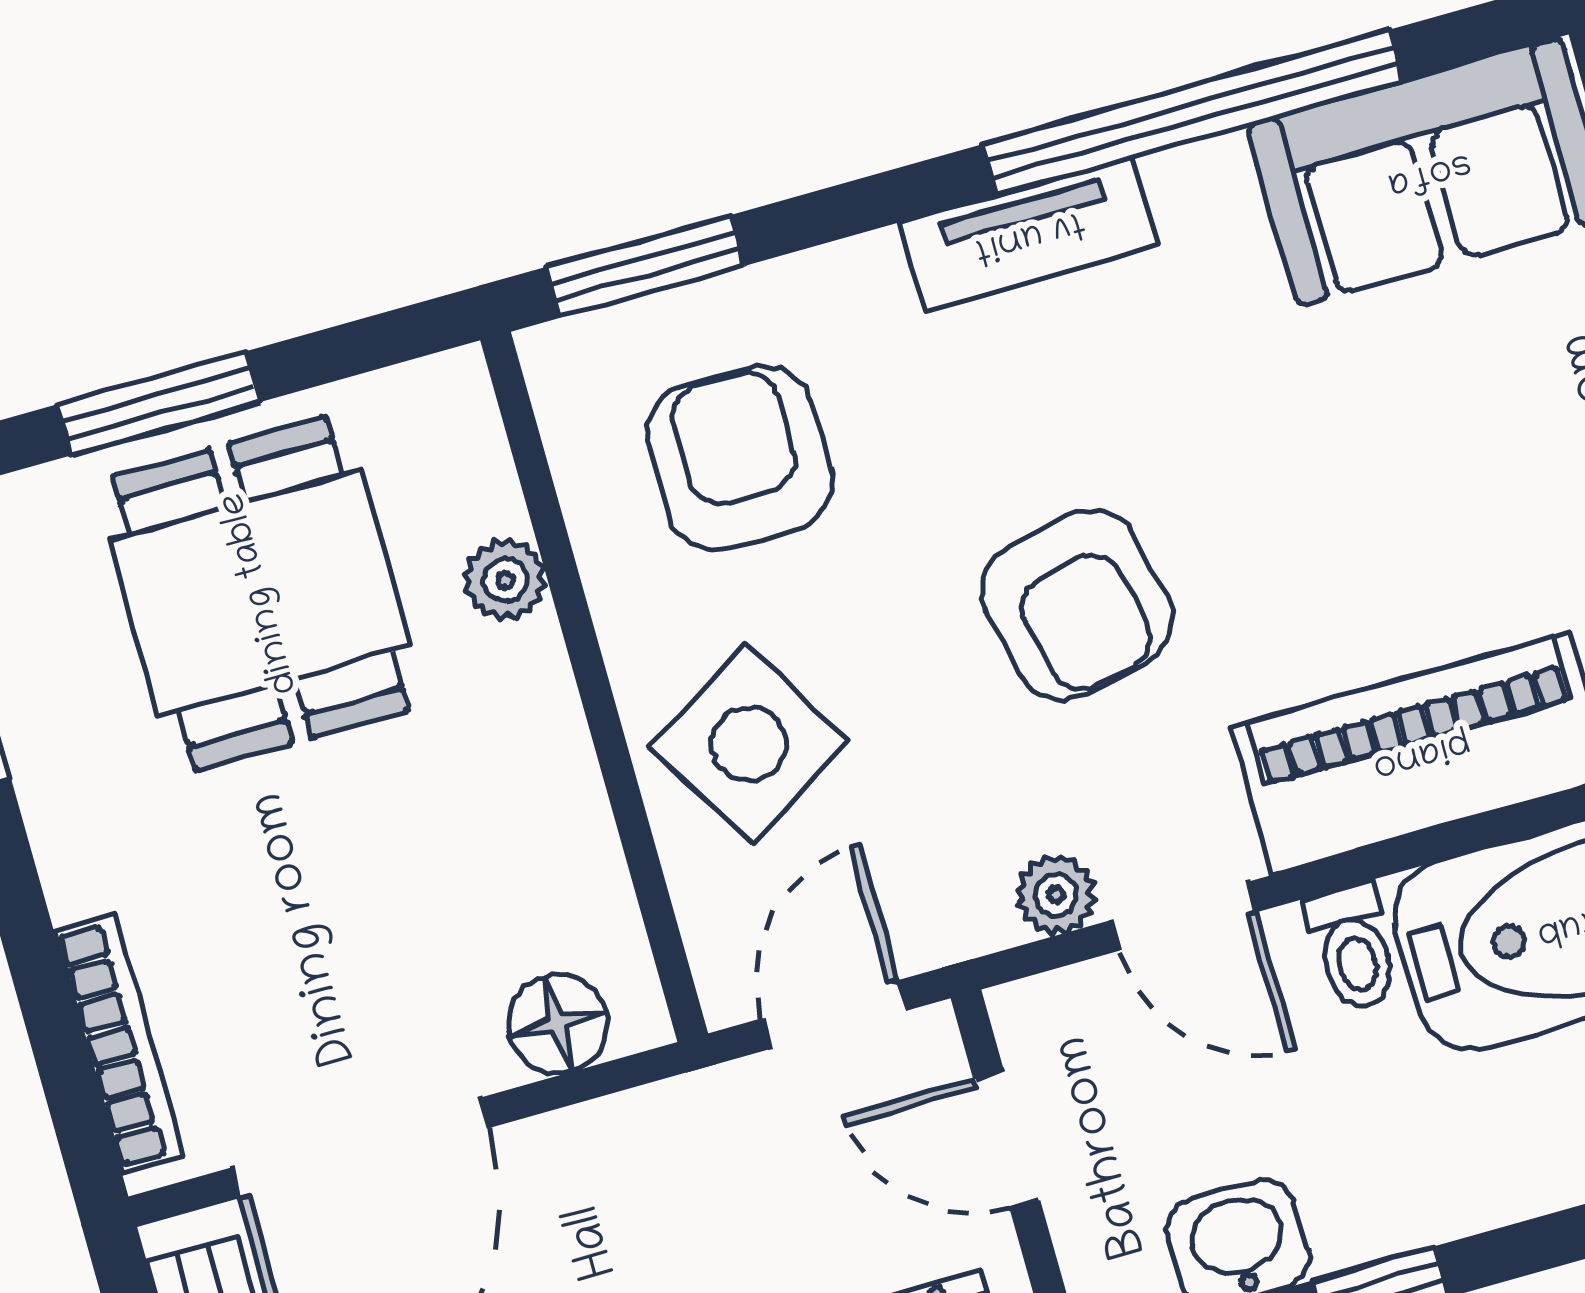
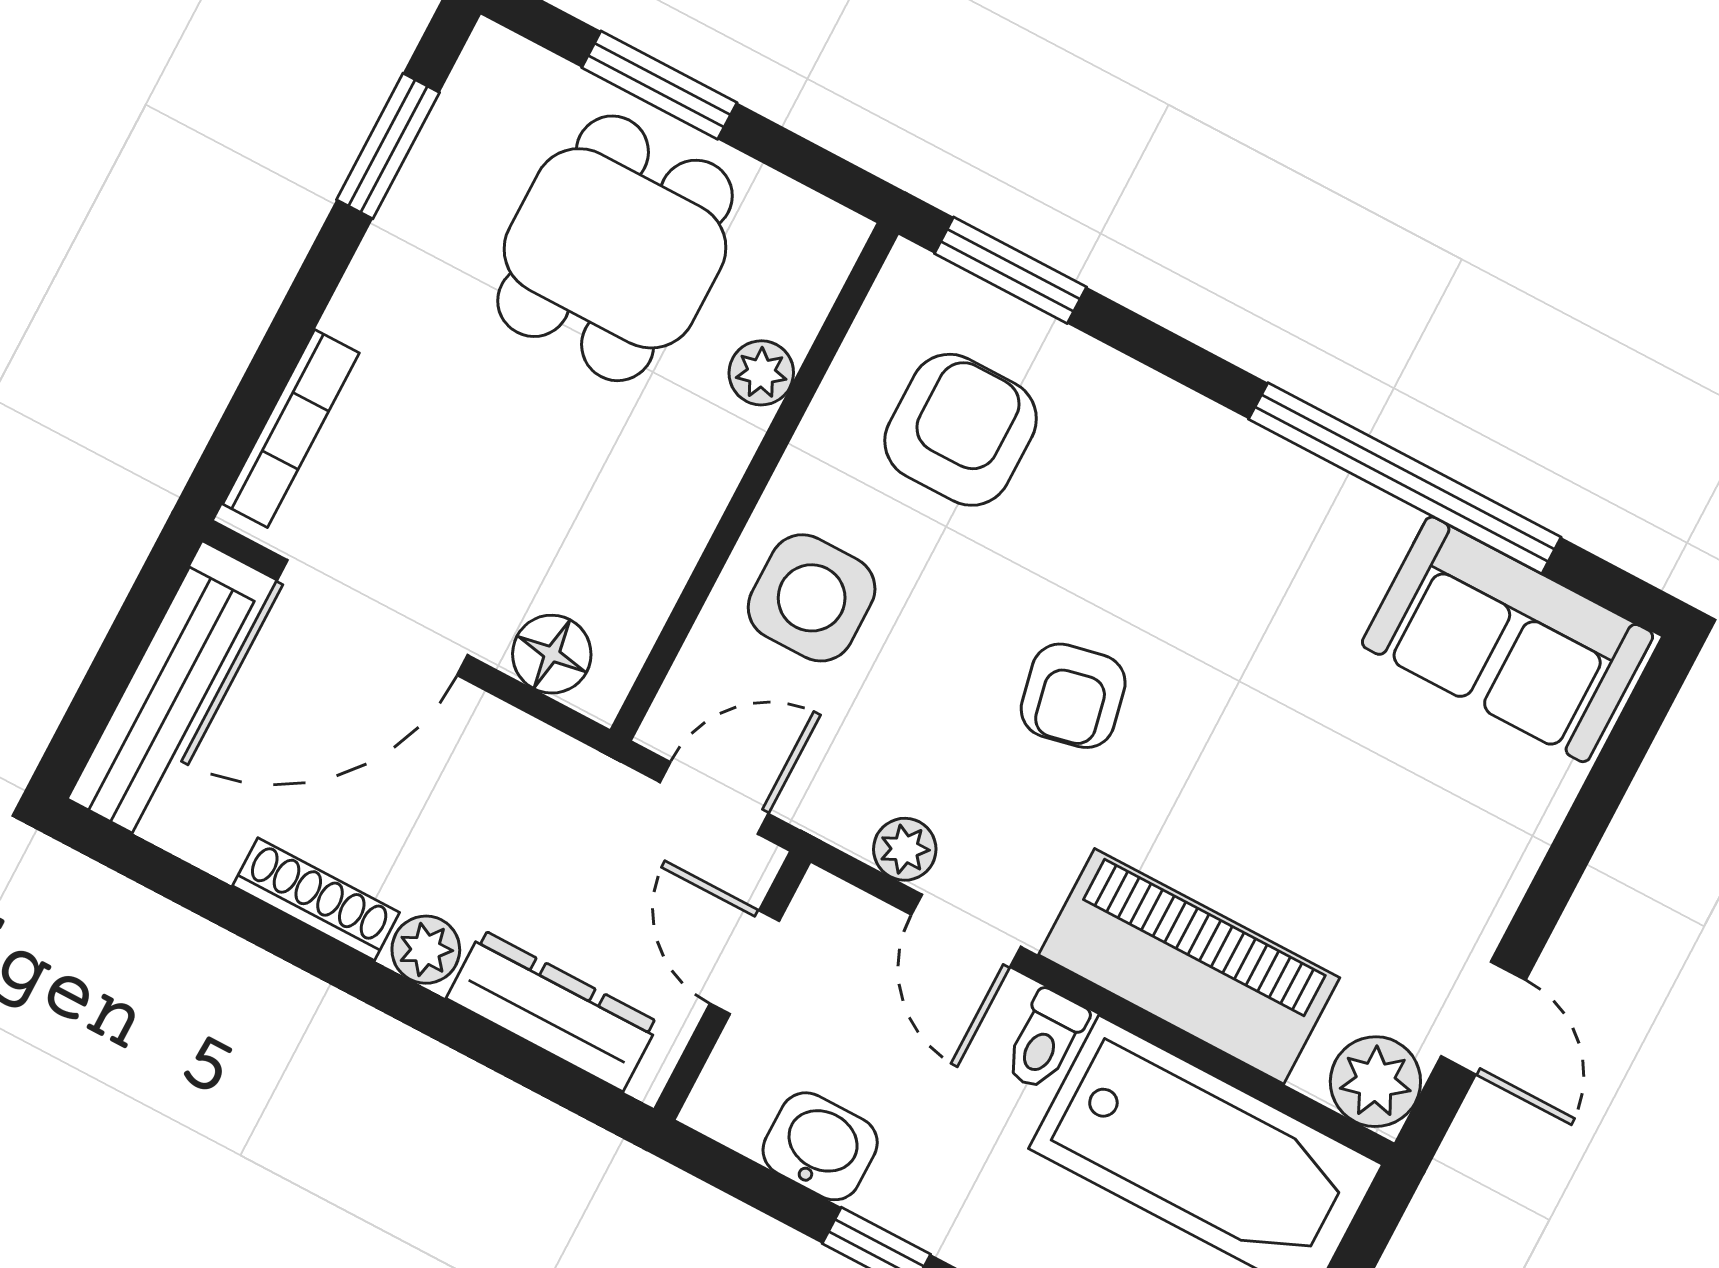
tv unit: (1029, 234) -> (1246, 459), removed
armchair: (1077, 605) -> (1073, 696), width x0.72, depth x0.72
side table: (749, 744) -> (812, 598), turned 31

